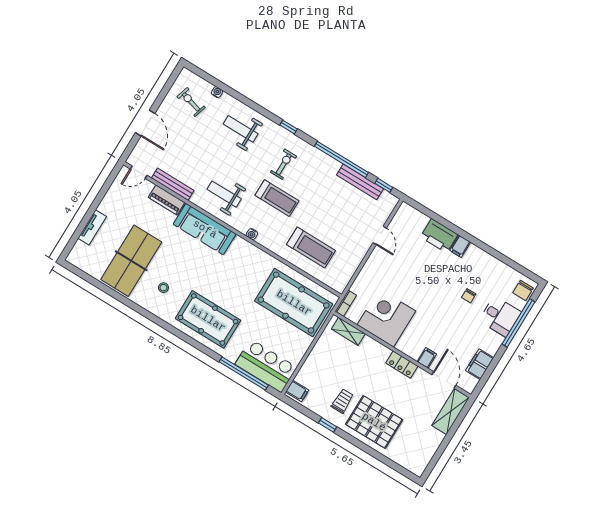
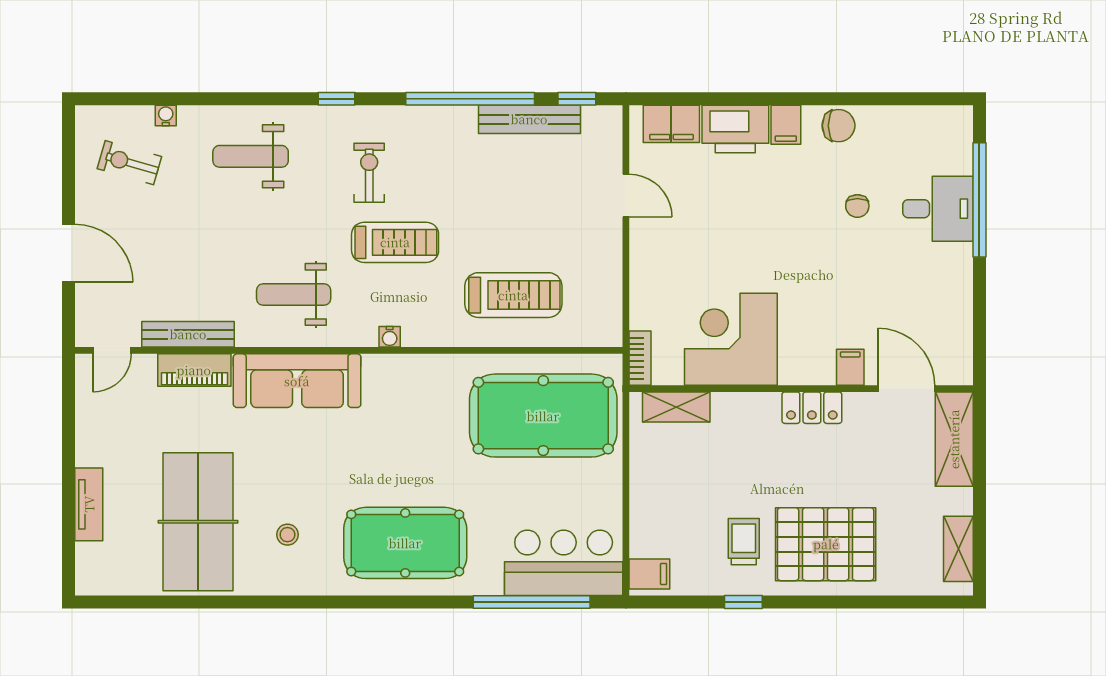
chair: (523, 290) -> (839, 126), moved, turned -90
filing cabinet: (480, 364) -> (671, 124), moved, turned -90
shelving: (426, 456) -> (958, 549), added

